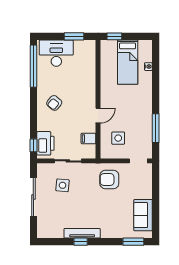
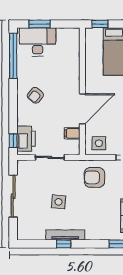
window: (74, 36) -> (40, 24), moved
door: (98, 116) -> (82, 109), width x1.87
side table: (118, 138) -> (99, 143), moved
side table: (63, 185) -> (59, 202), moved

